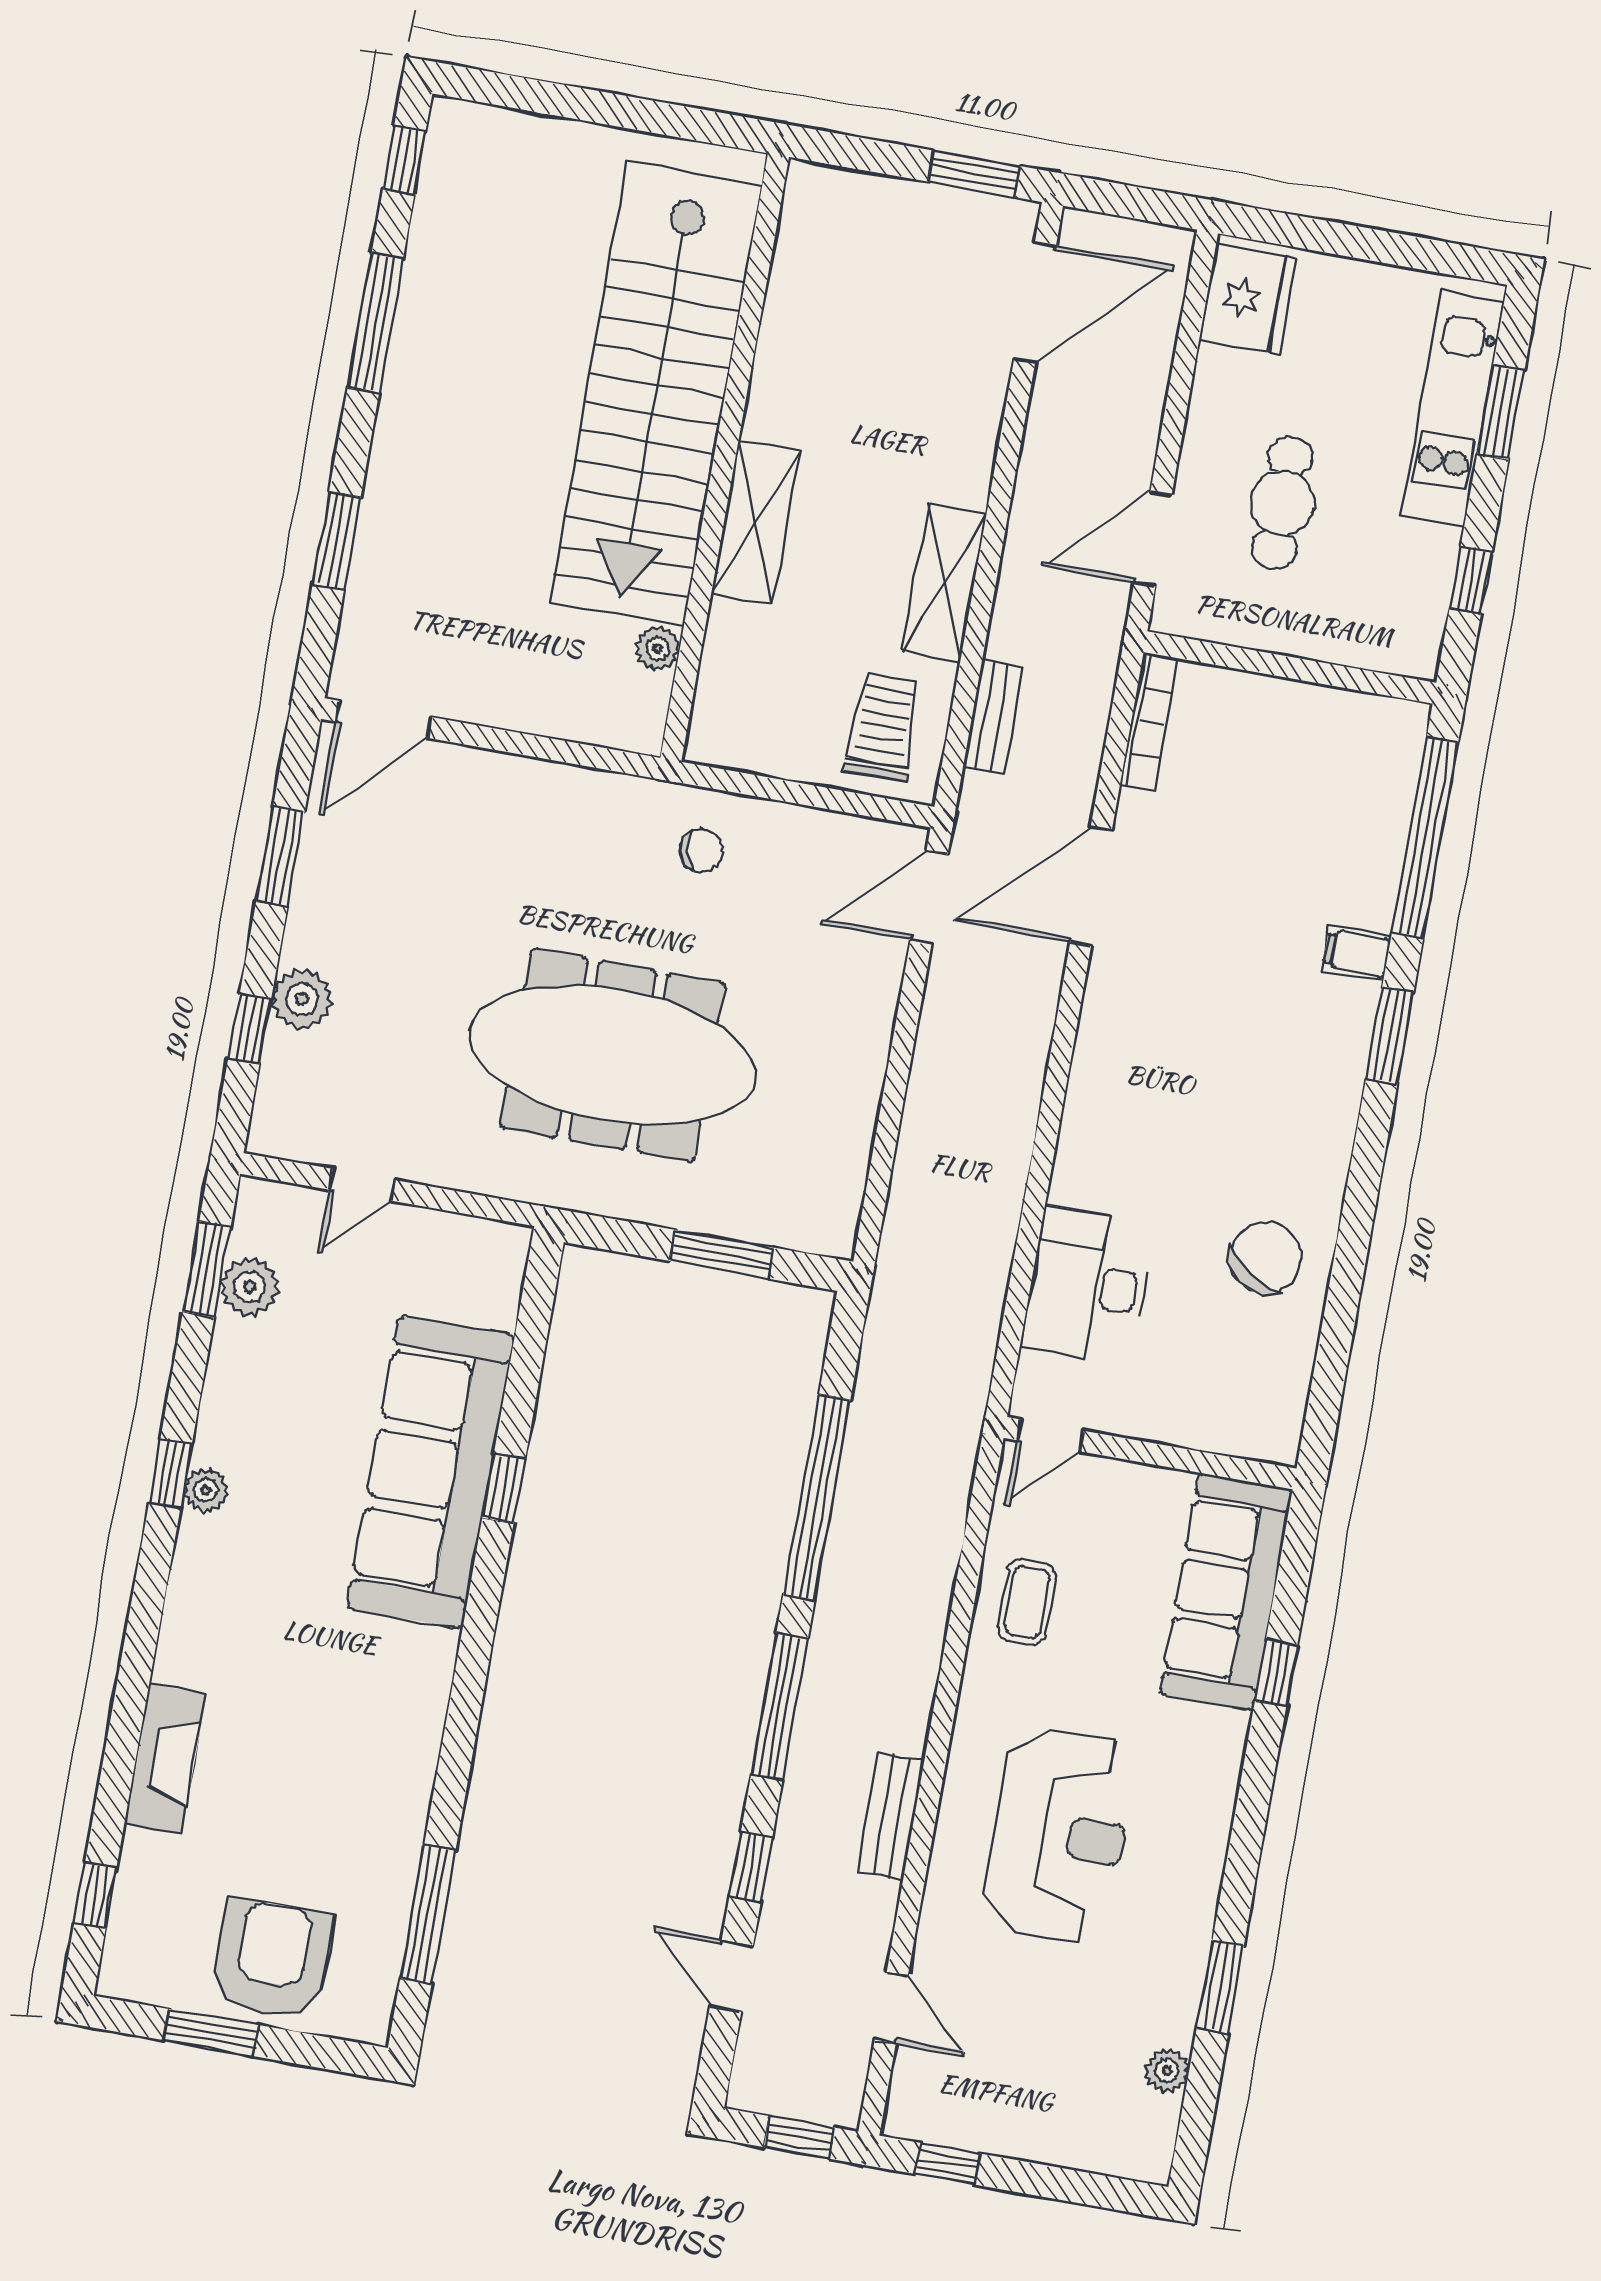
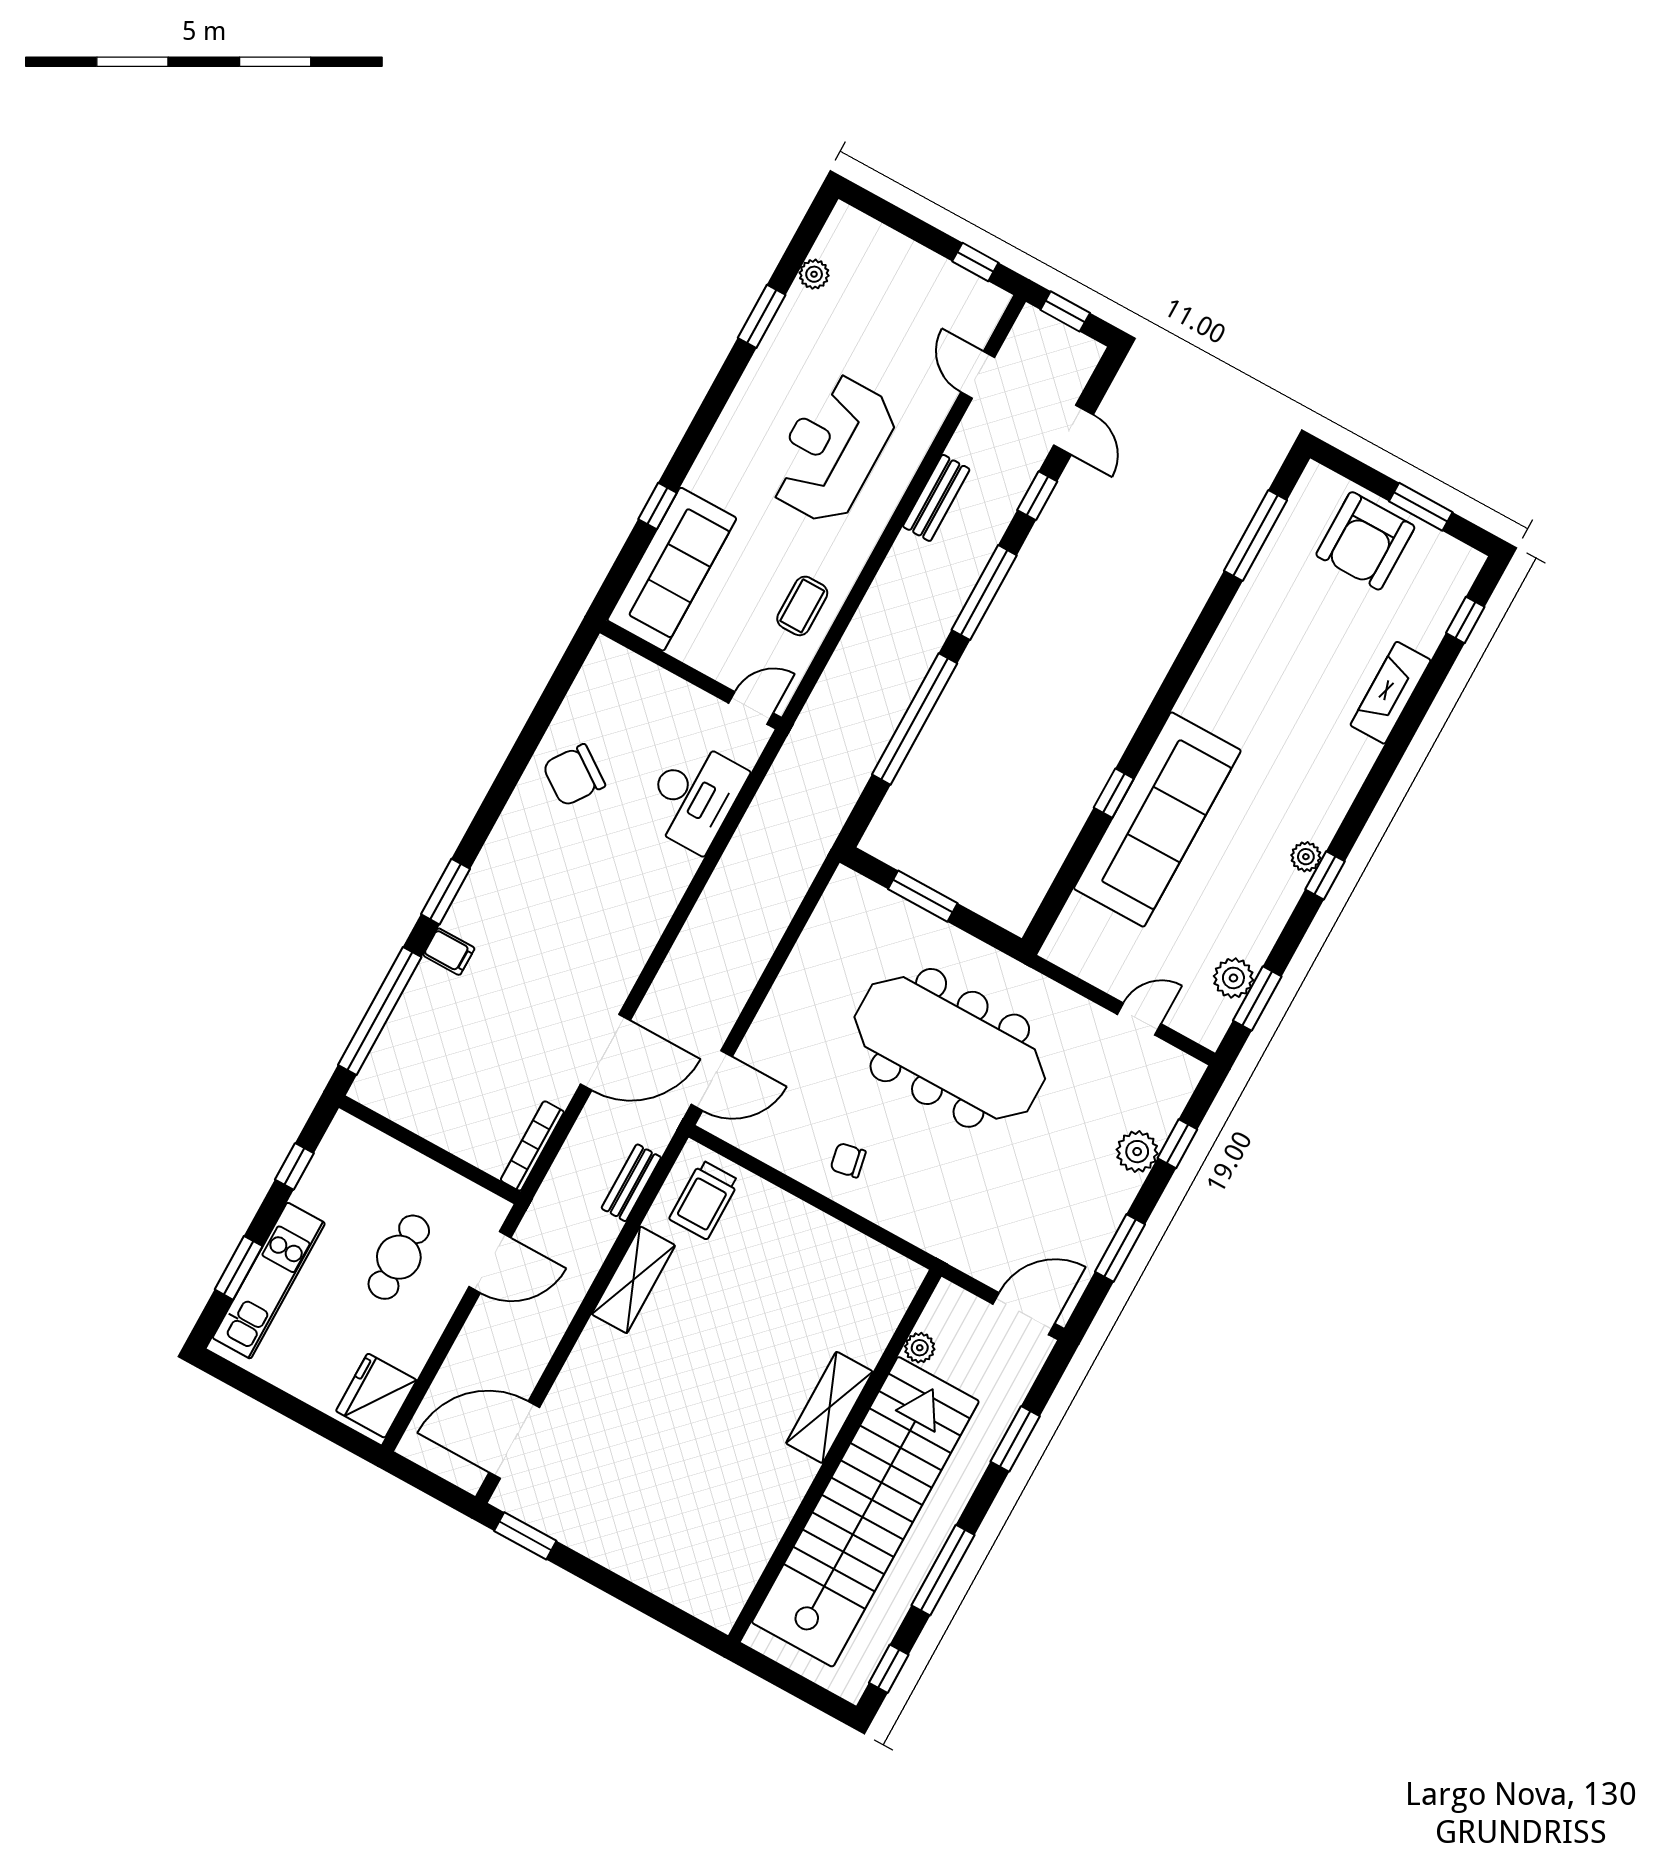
stairs: (656, 394) -> (865, 1512), moved
wall: (725, 457) -> (835, 1456), moved
shelving: (755, 523) -> (829, 1407), moved
plant: (657, 649) -> (920, 1348), moved

